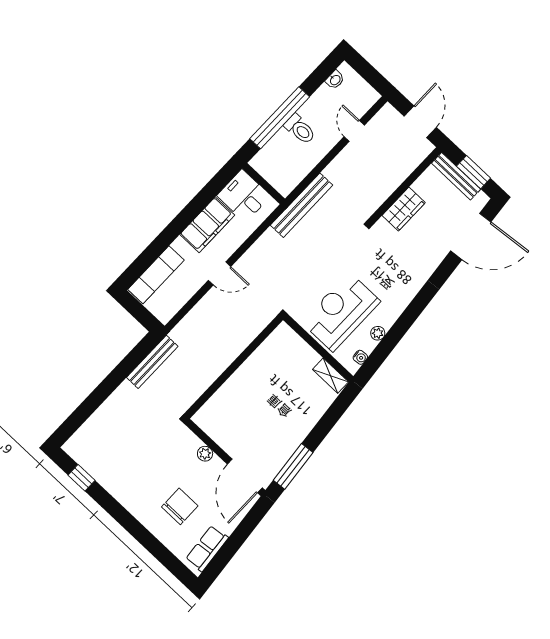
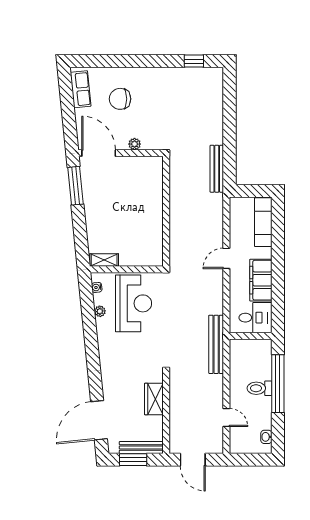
chair: (180, 506) -> (120, 99), turned 90

